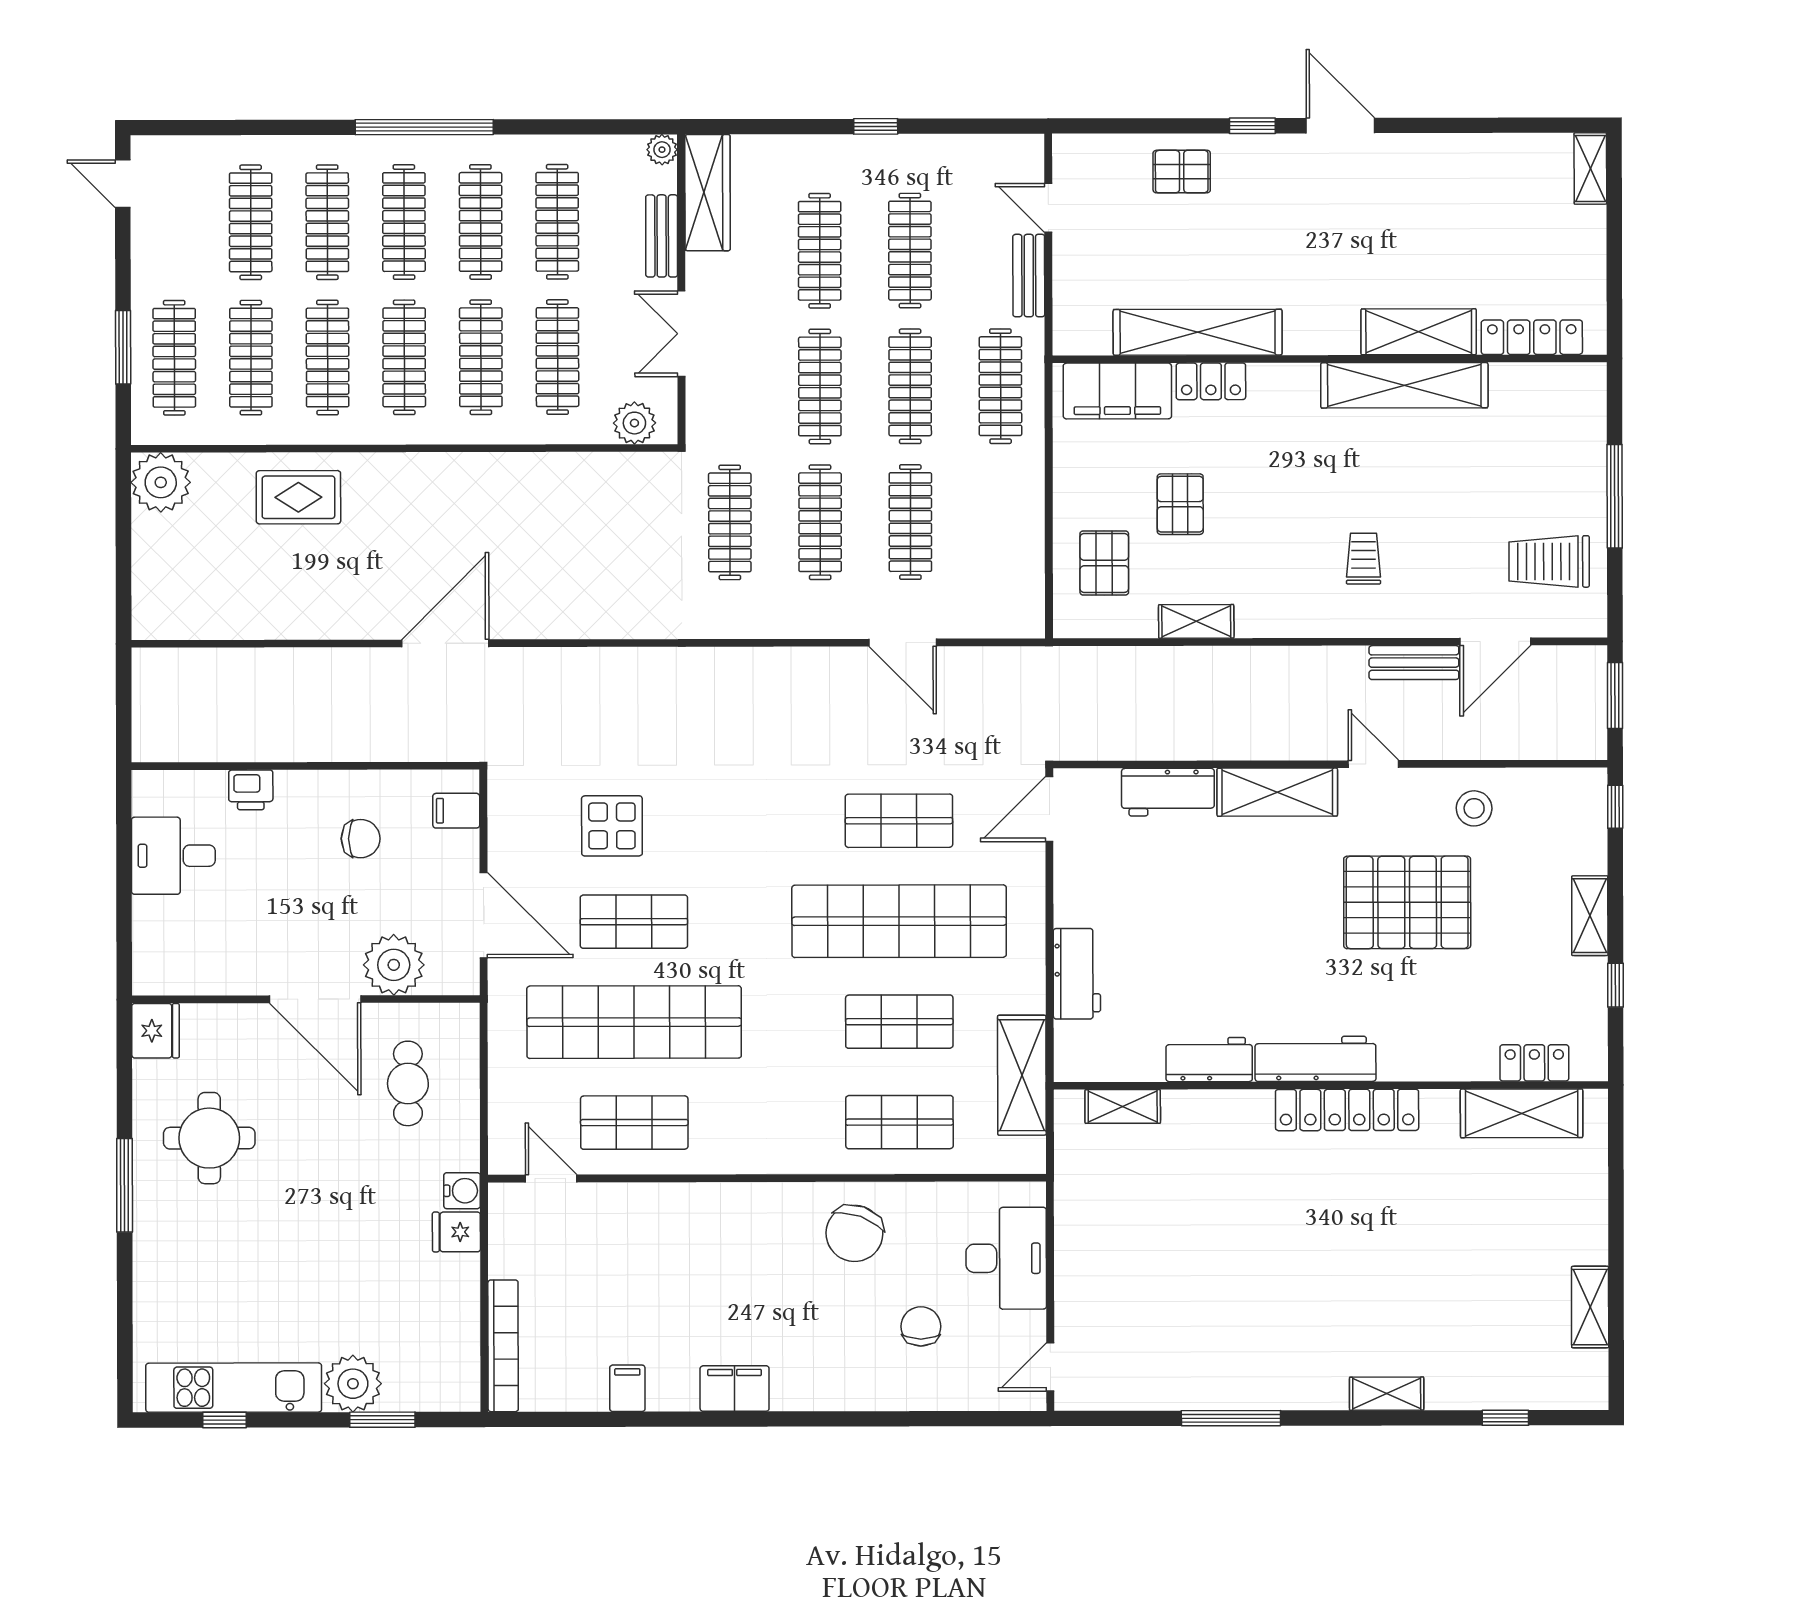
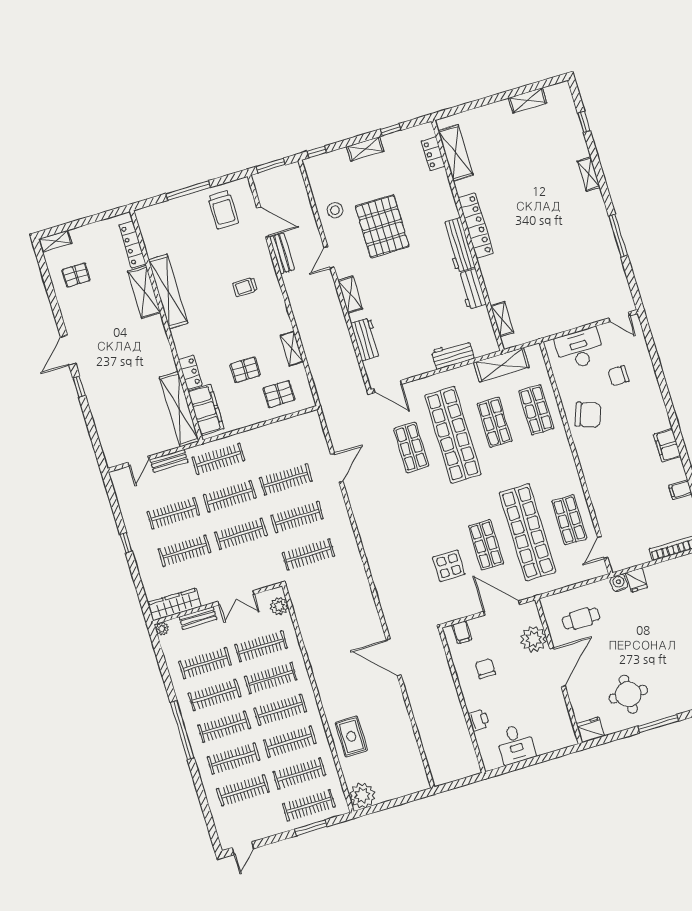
pallet: (1182, 172) -> (76, 275), moved, turned 90
shelving: (1198, 332) -> (179, 409), moved
shelving: (1277, 792) -> (350, 295), width x0.67, depth x0.75
door: (484, 915) -> (502, 608), hinge flipped

